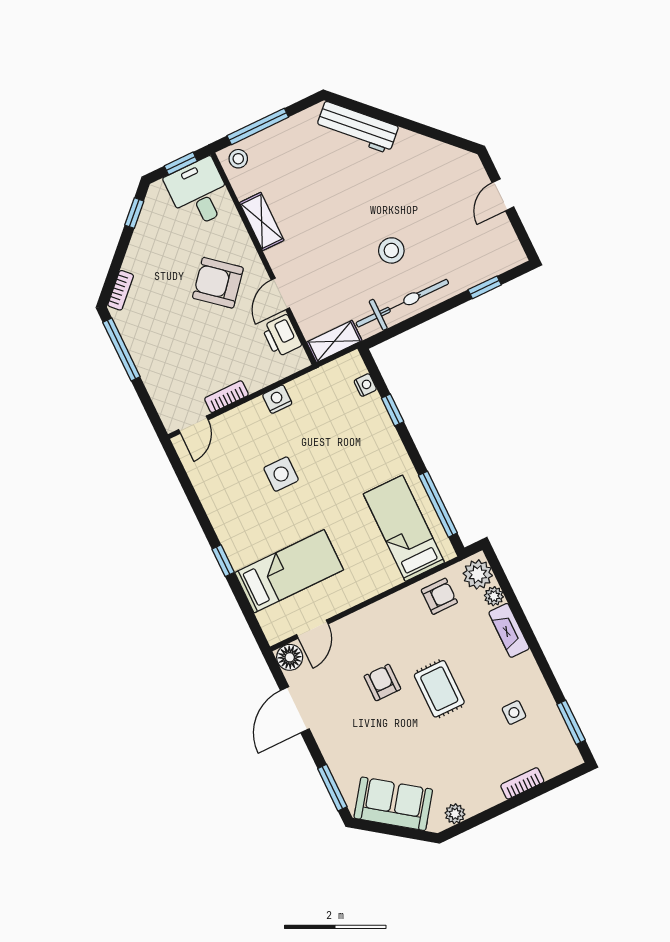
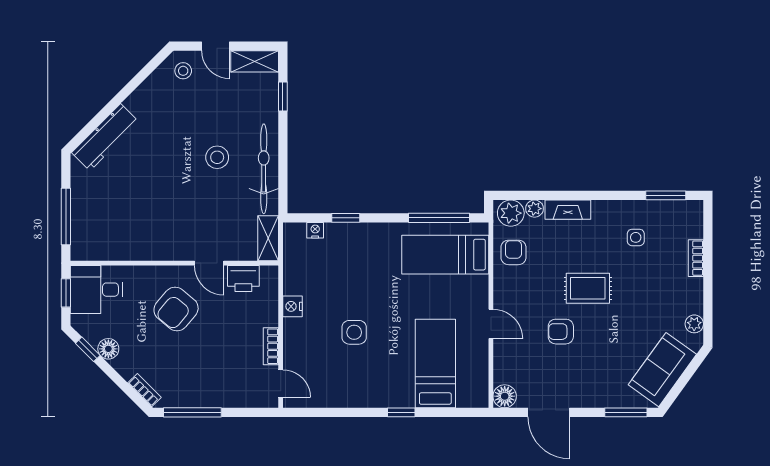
stool: (238, 159) -> (183, 71), moved
shelving: (262, 221) -> (255, 61), moved
floor lamp: (145, 234) -> (108, 349), added
door: (312, 629) -> (491, 324), moved

